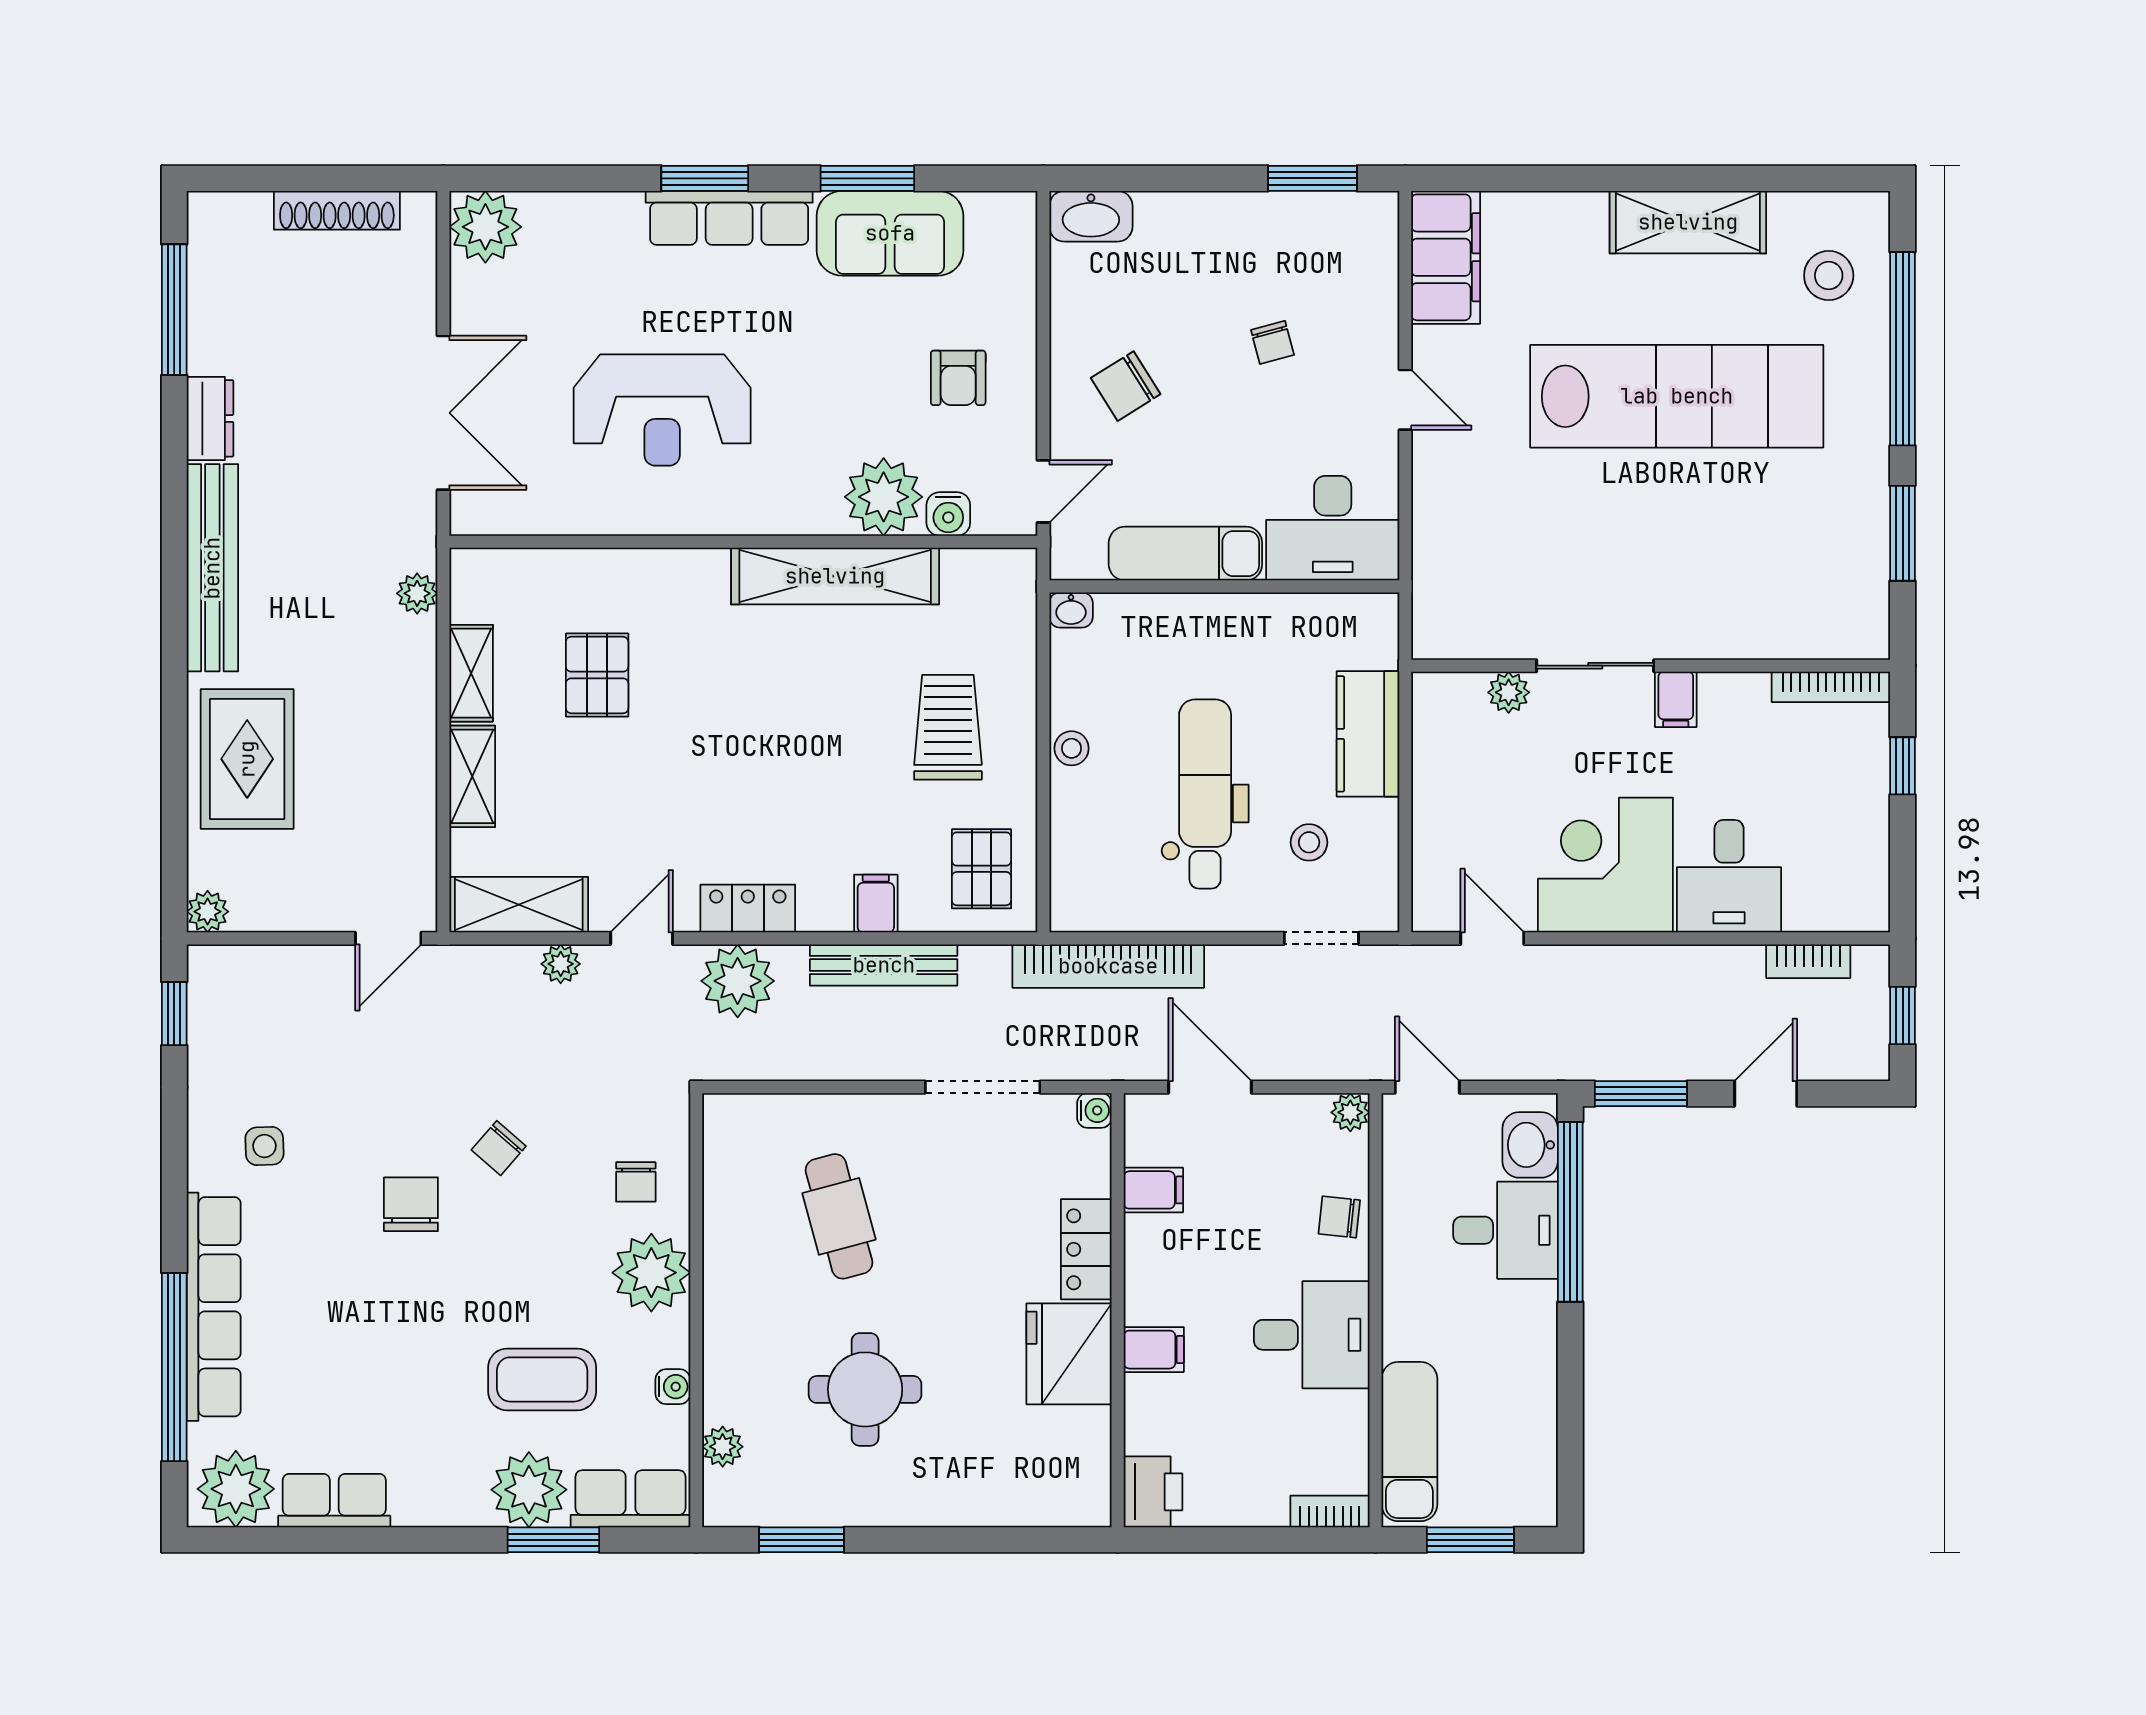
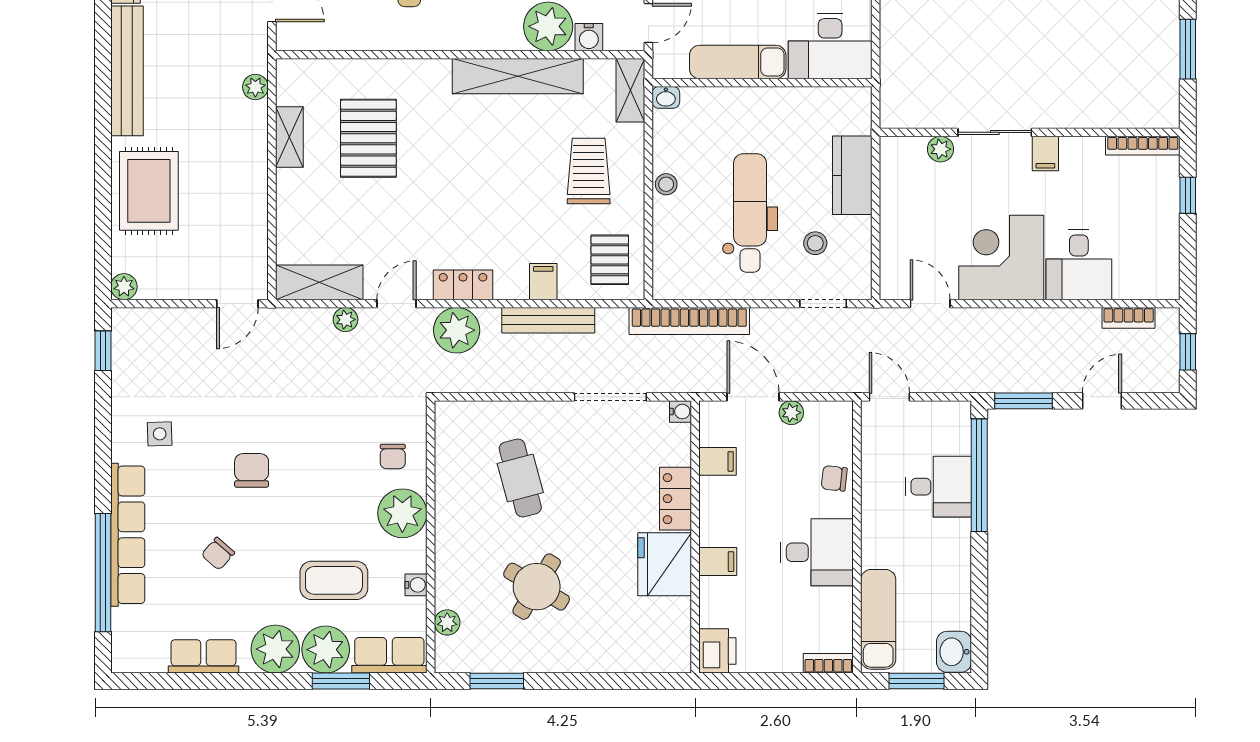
pallet: (597, 675) -> (368, 138), width x1.50, depth x1.42
shelving: (472, 776) -> (630, 90), moved
plant: (1350, 1112) -> (791, 413), moved
washbasin: (1530, 1145) -> (954, 652), moved
chair: (499, 1148) -> (218, 554), moved
round table: (865, 1389) -> (537, 587), turned 31
plant: (236, 1489) -> (275, 649), moved

